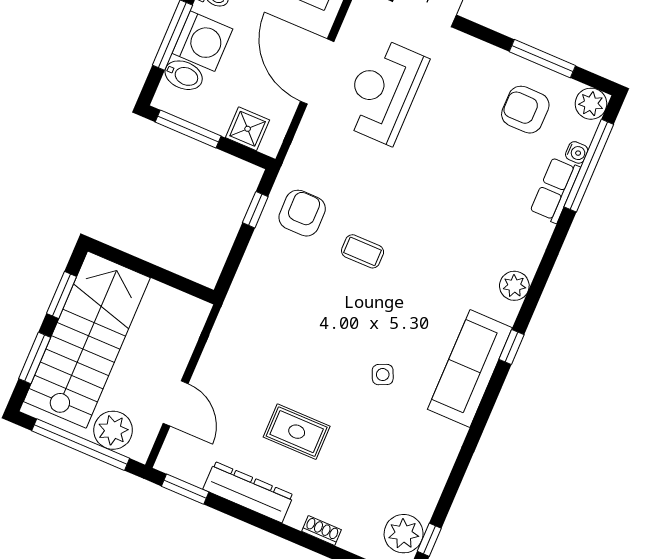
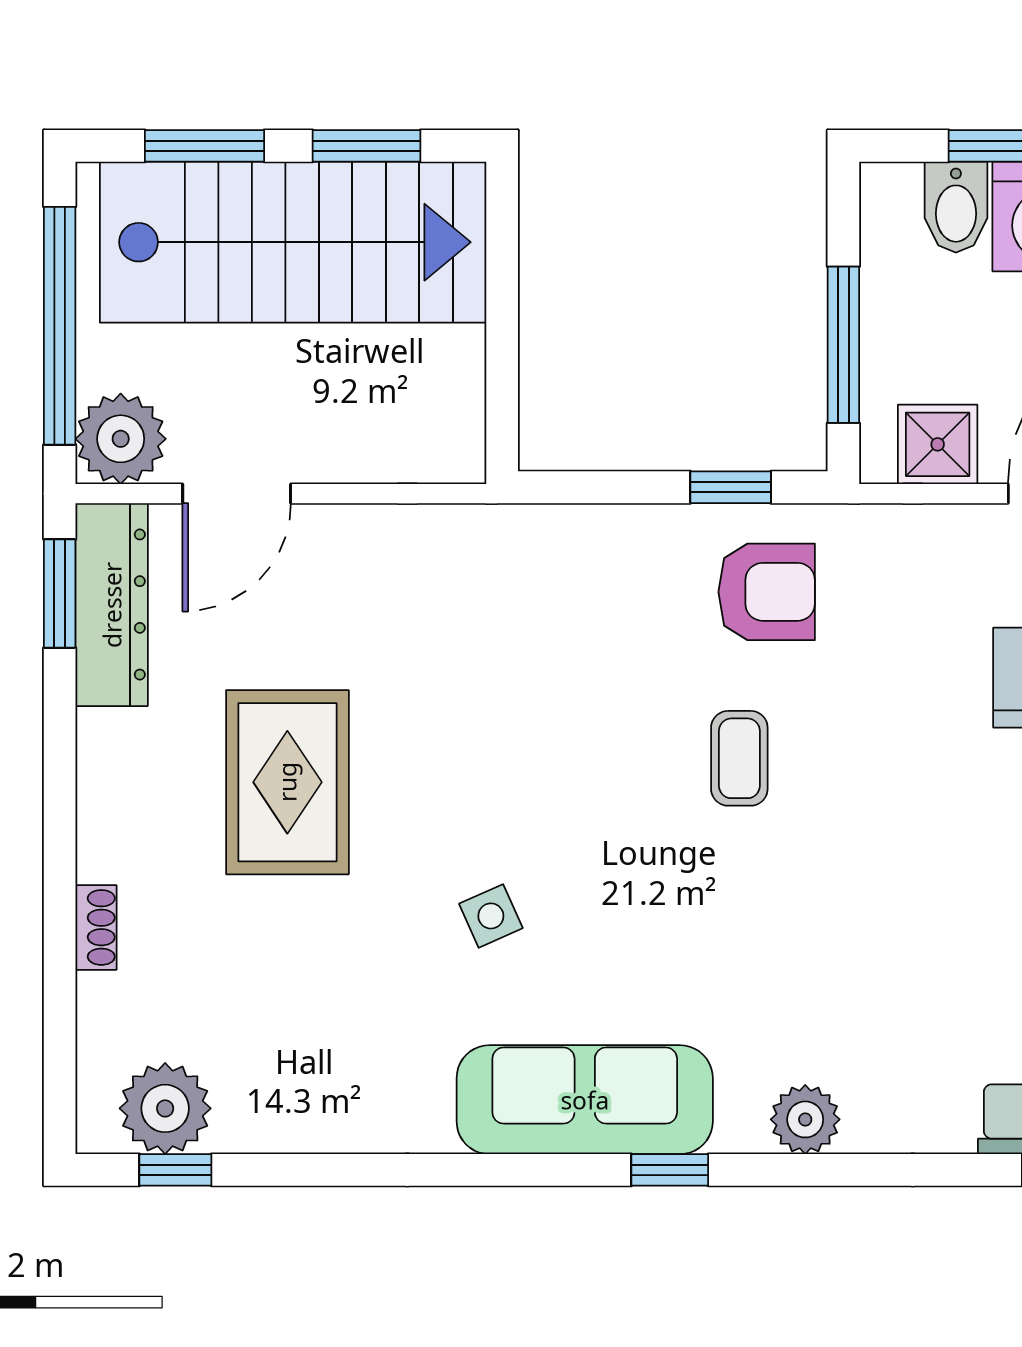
window: (188, 129) -> (843, 345), moved
shower: (248, 129) -> (938, 444), moved
plant: (113, 430) -> (121, 439), moved
rug: (297, 432) -> (287, 782), width x1.36, depth x1.43
dresser: (248, 492) -> (112, 605), moved

